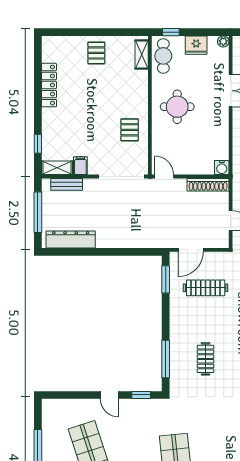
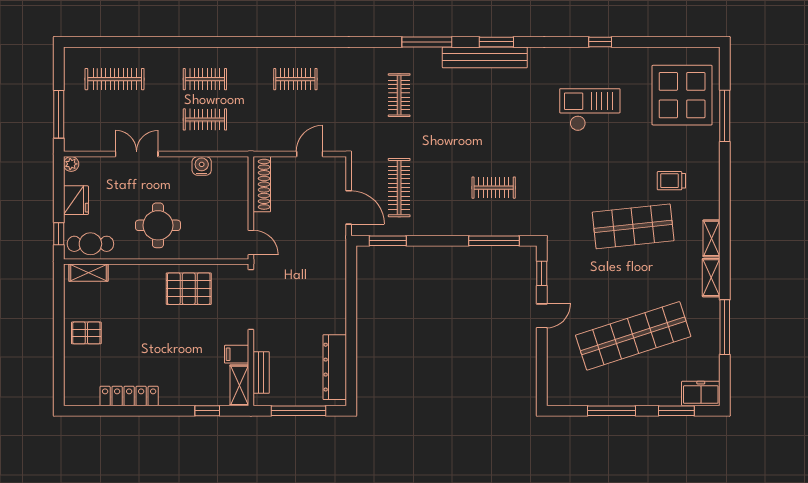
pallet: (130, 130) -> (189, 289), width x1.50, depth x1.42
water cooler: (222, 168) -> (202, 166), moved, turned -90
door: (164, 177) -> (251, 242), swing flipped

